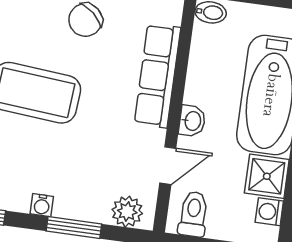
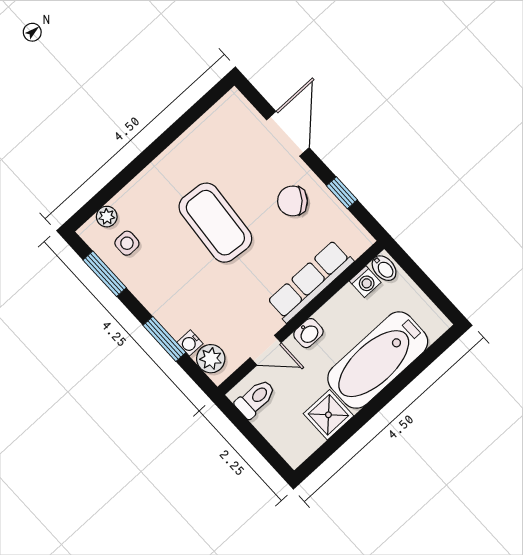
water cooler: (42, 205) -> (190, 343), moved
washing machine: (269, 212) -> (365, 282), moved, turned 180

